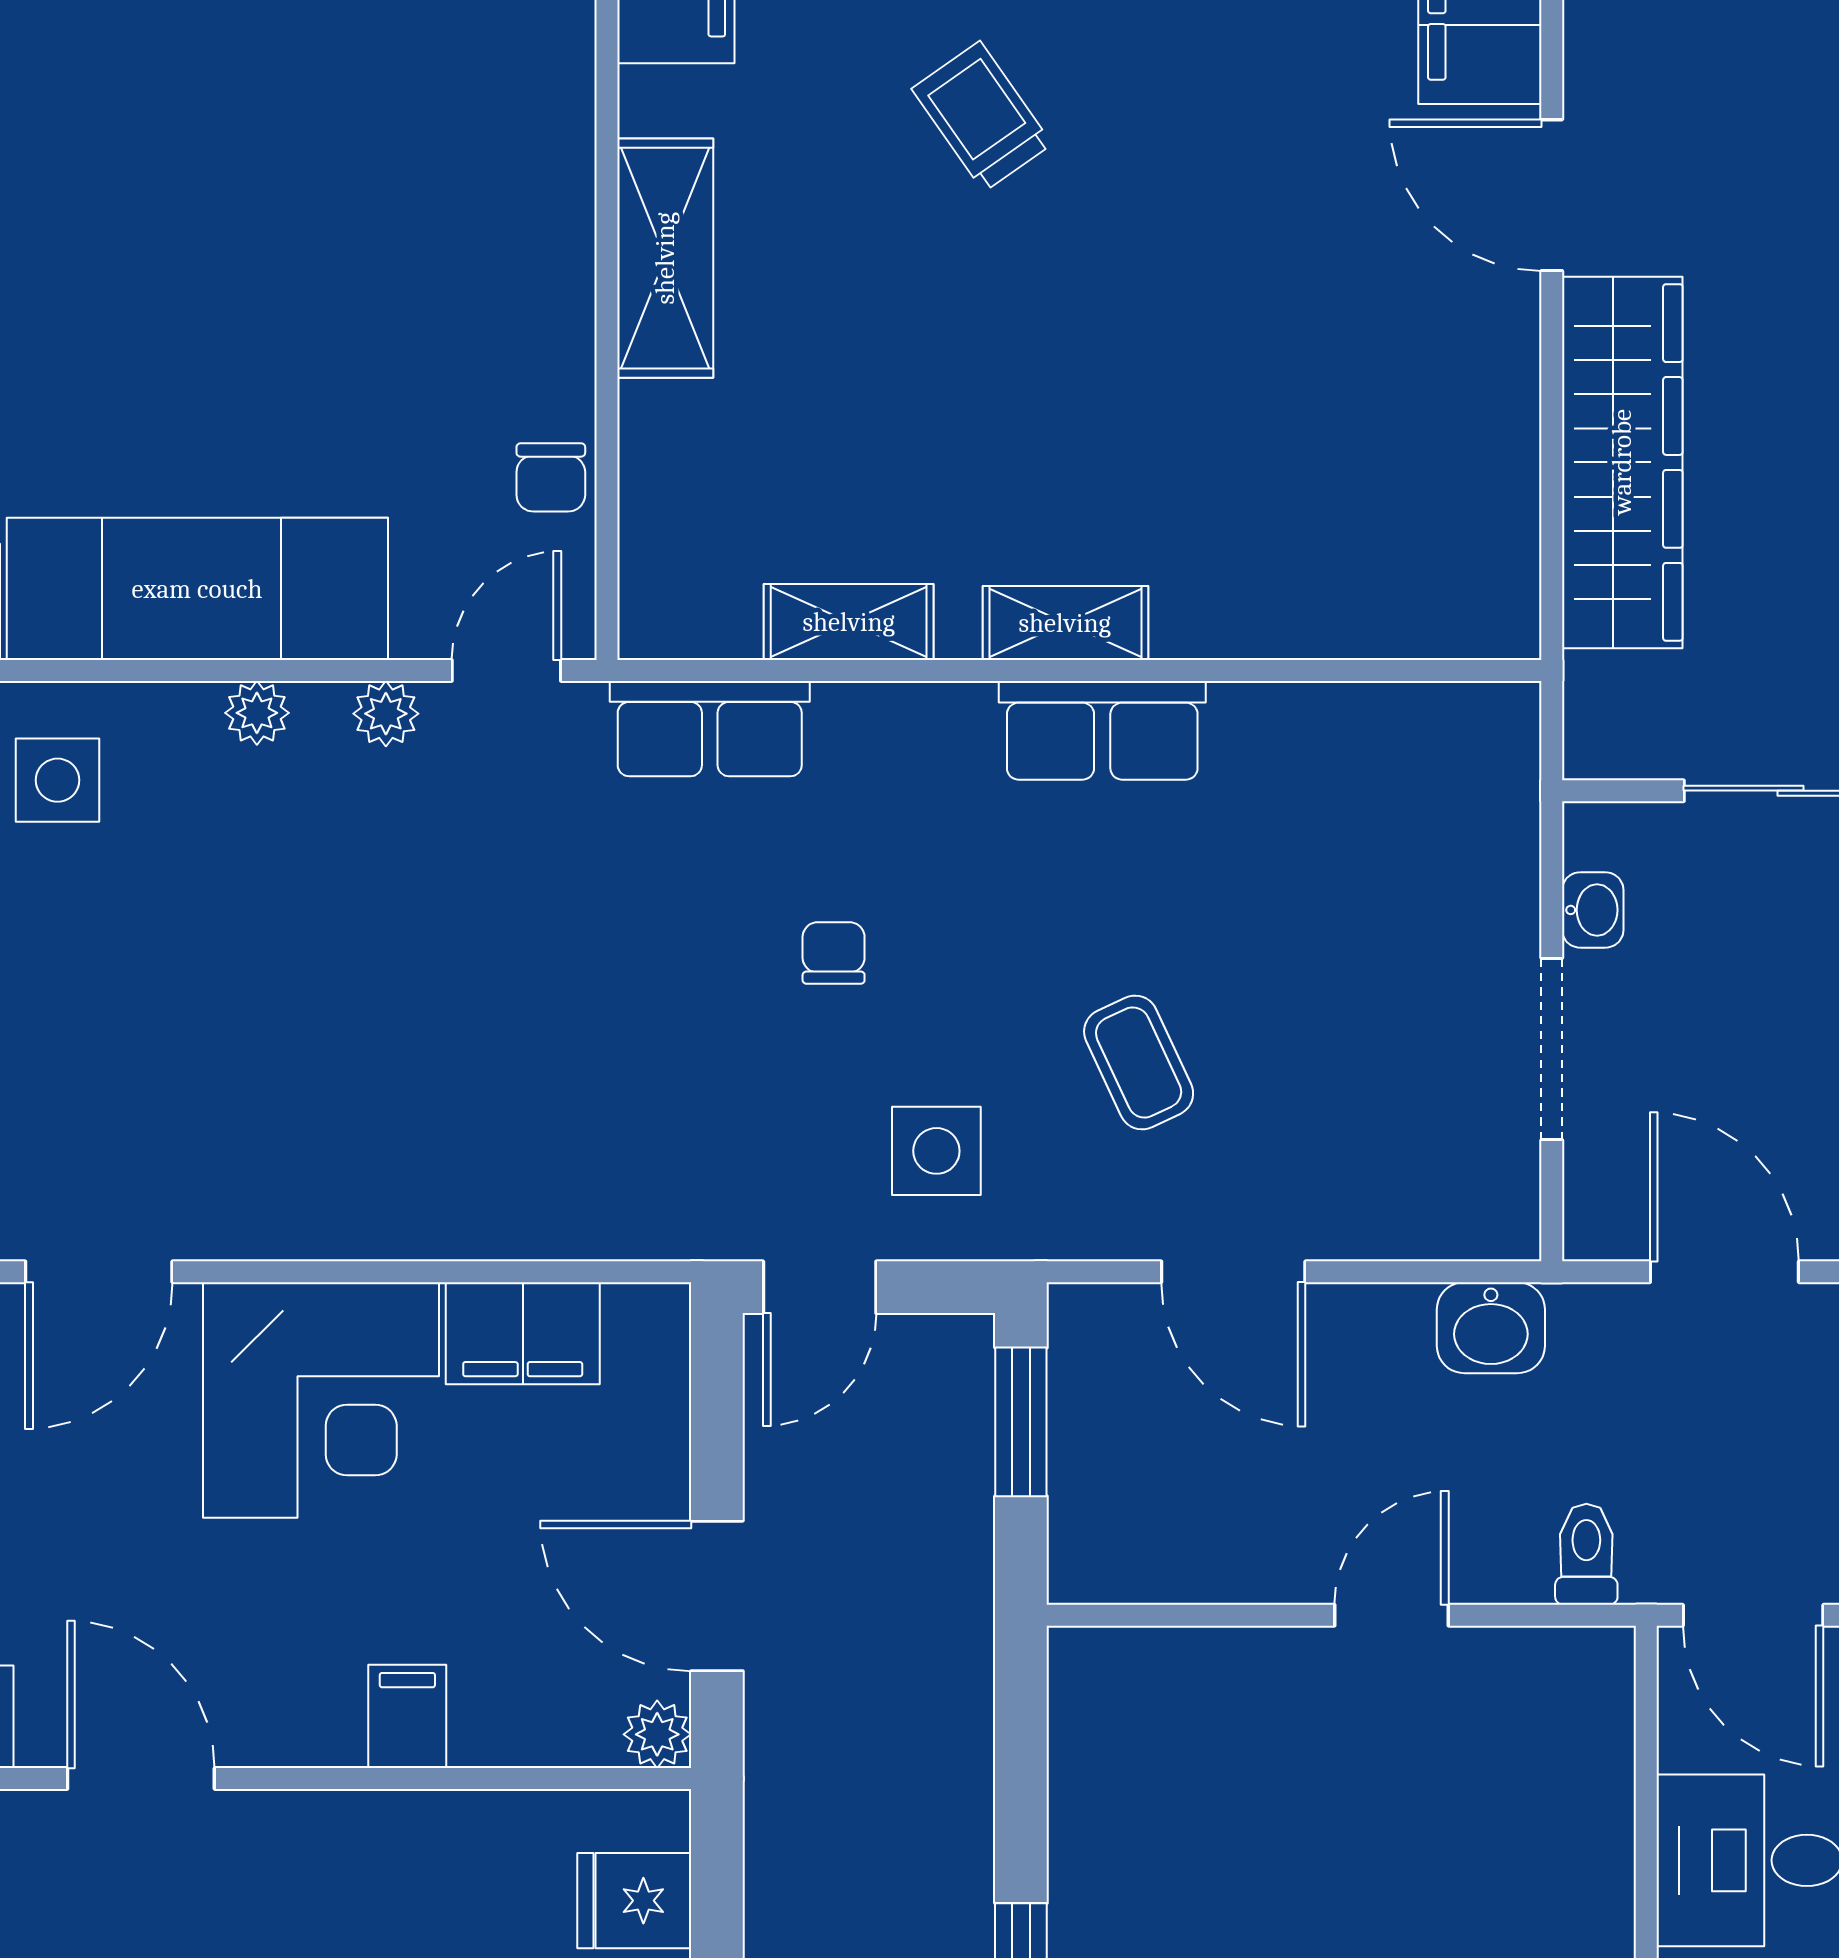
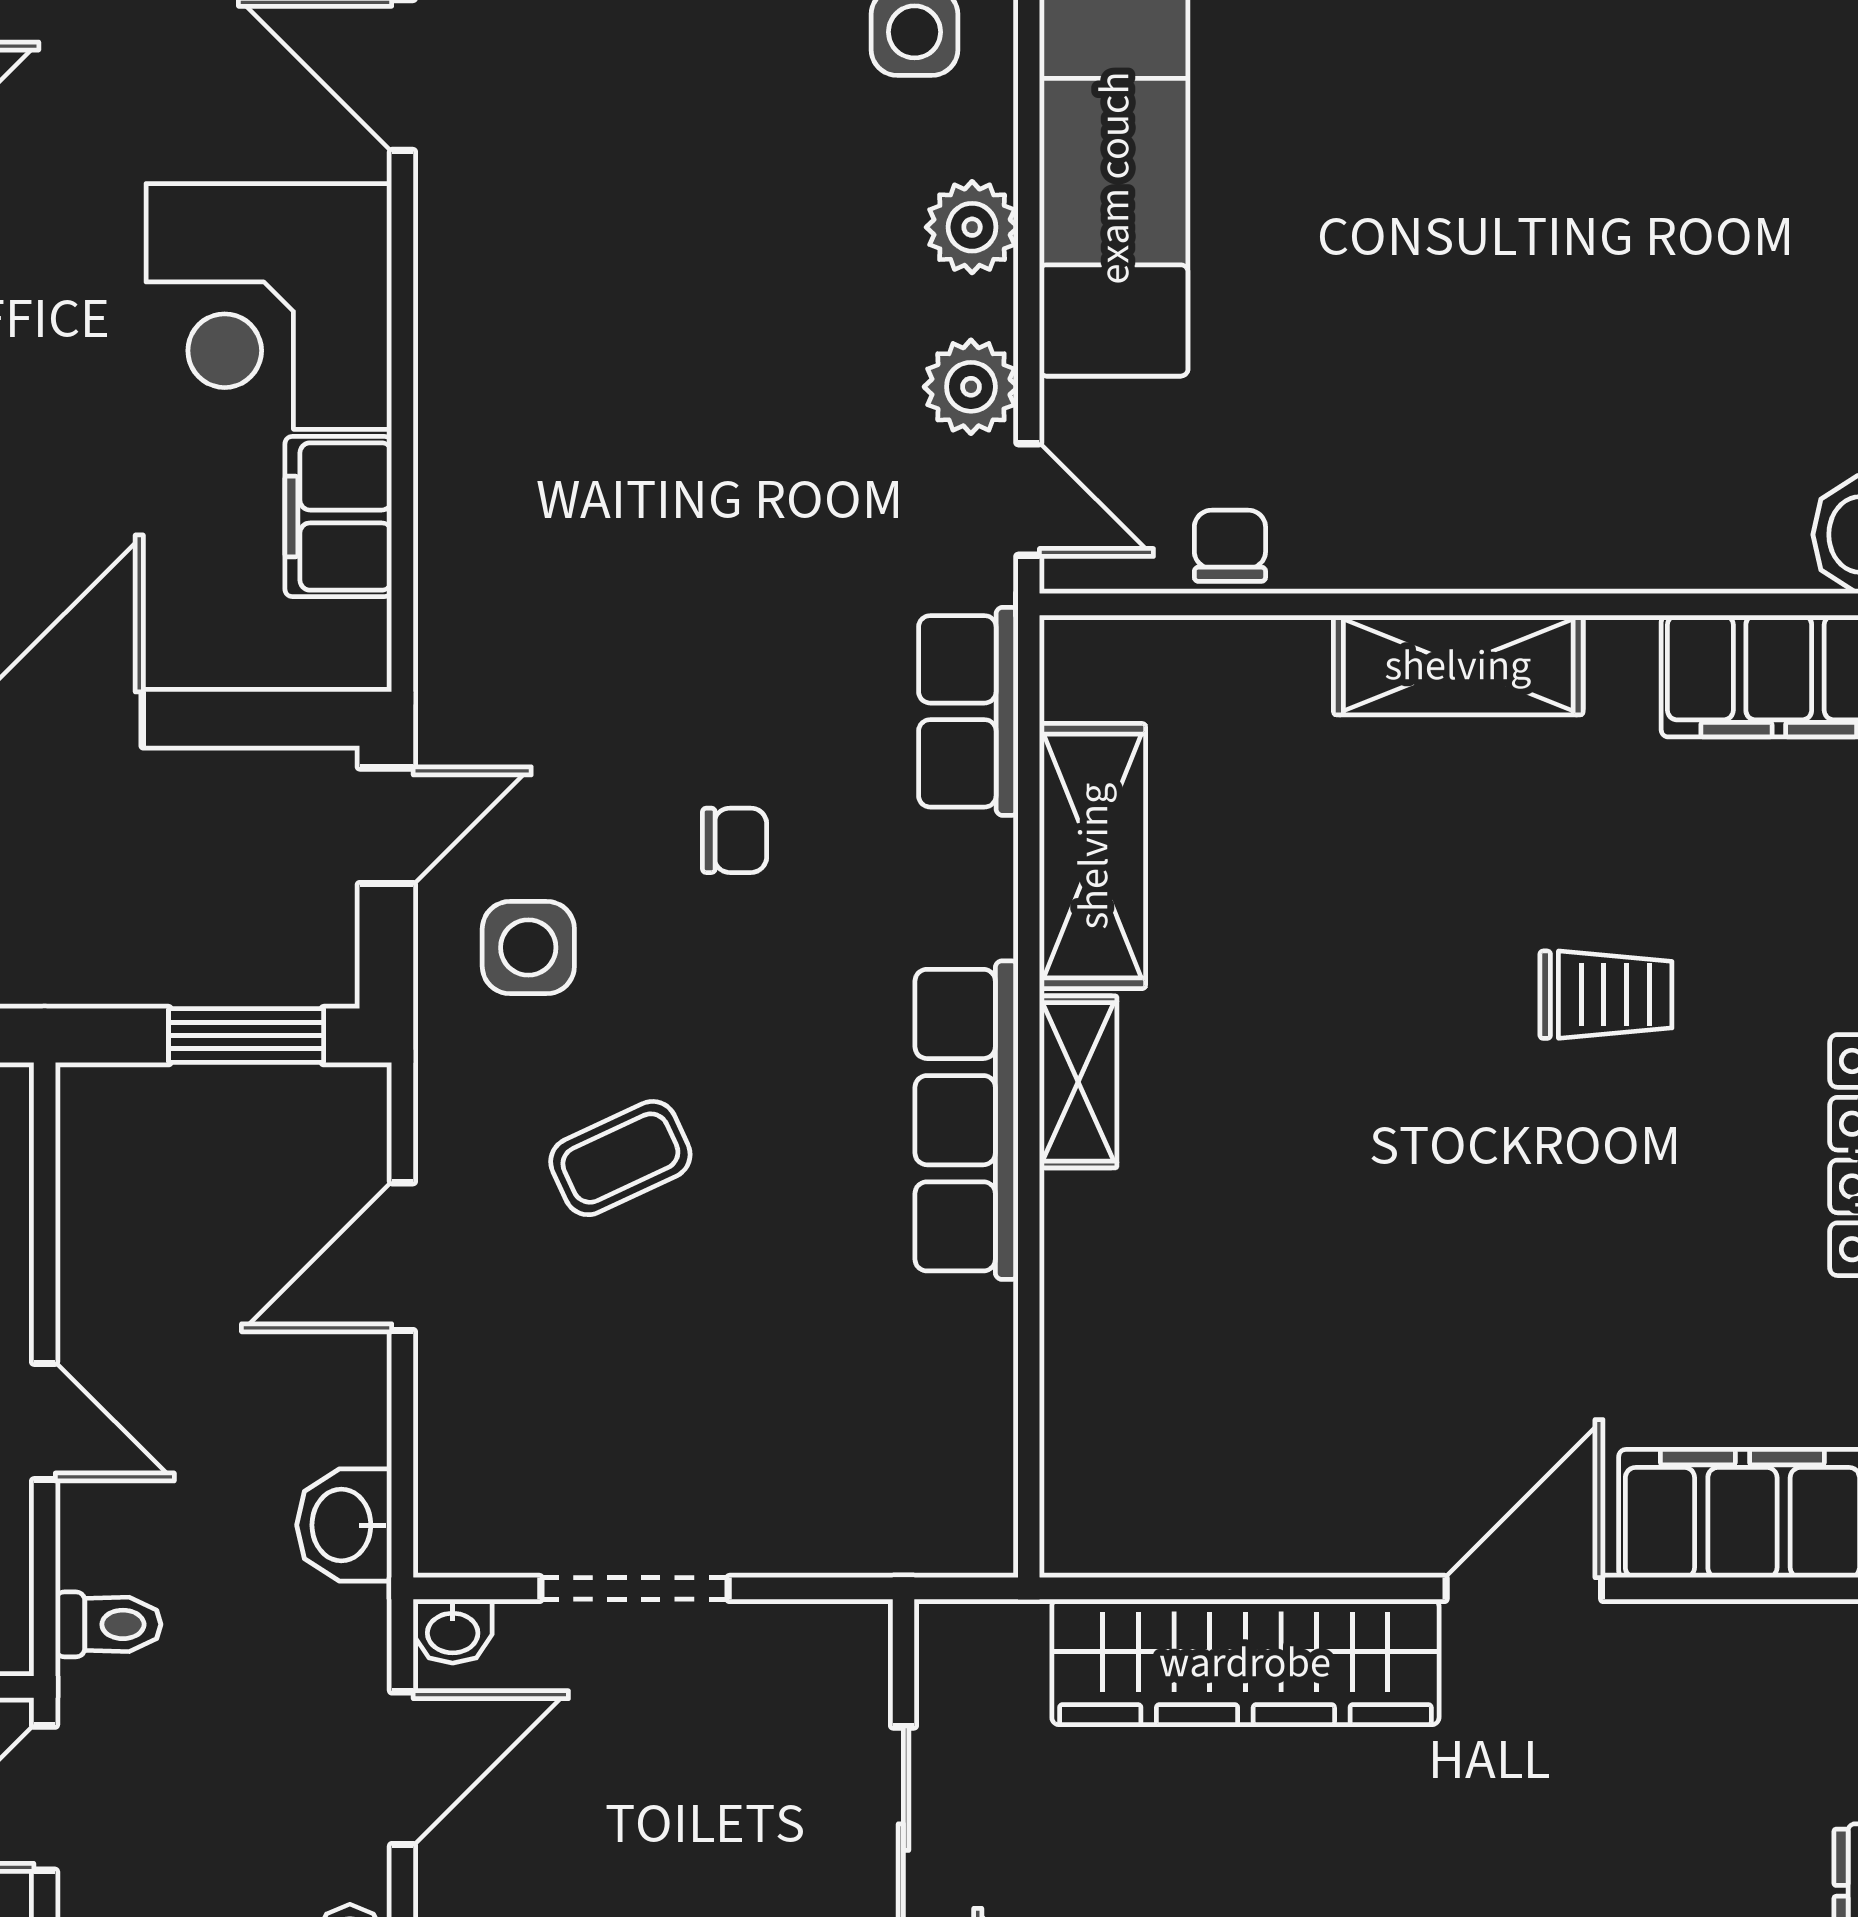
trolley: (982, 116) -> (1606, 995), turned 35
chair: (551, 477) -> (1230, 546), turned 90
shelving: (849, 622) -> (1093, 856), width x1.50, depth x1.33
plant: (257, 713) -> (972, 227), width x1.38, depth x1.38
plant: (386, 714) -> (971, 387), width x1.38, depth x1.38
row of seats: (1102, 730) -> (966, 1120), width x1.48
washbasin: (1593, 910) -> (453, 1631), moved
door: (820, 1287) -> (386, 826), swing flipped

